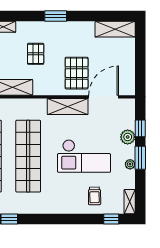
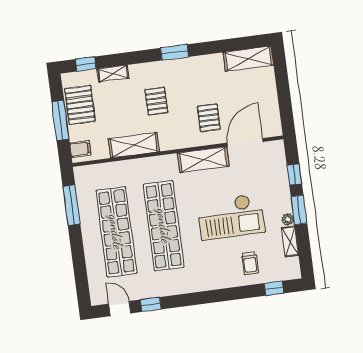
pallet: (77, 73) -> (209, 118), width x0.67, depth x0.71
plant: (128, 137) -> (281, 187), removed
shelving: (130, 202) -> (290, 241), moved

